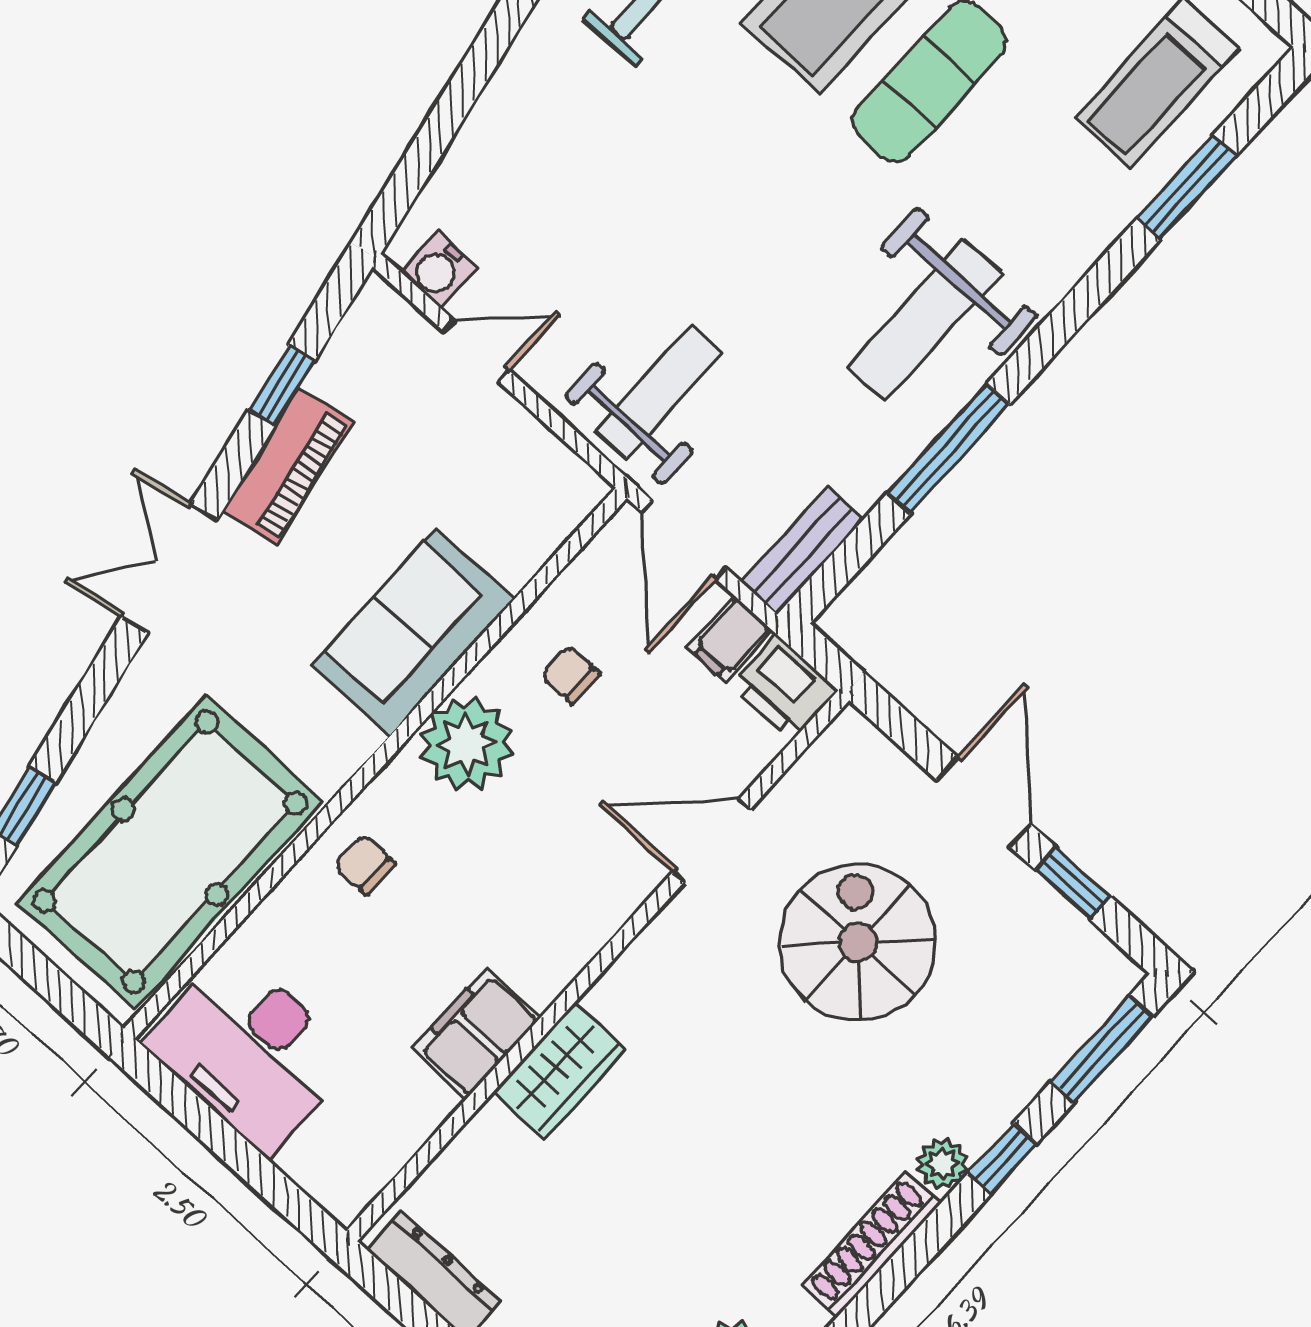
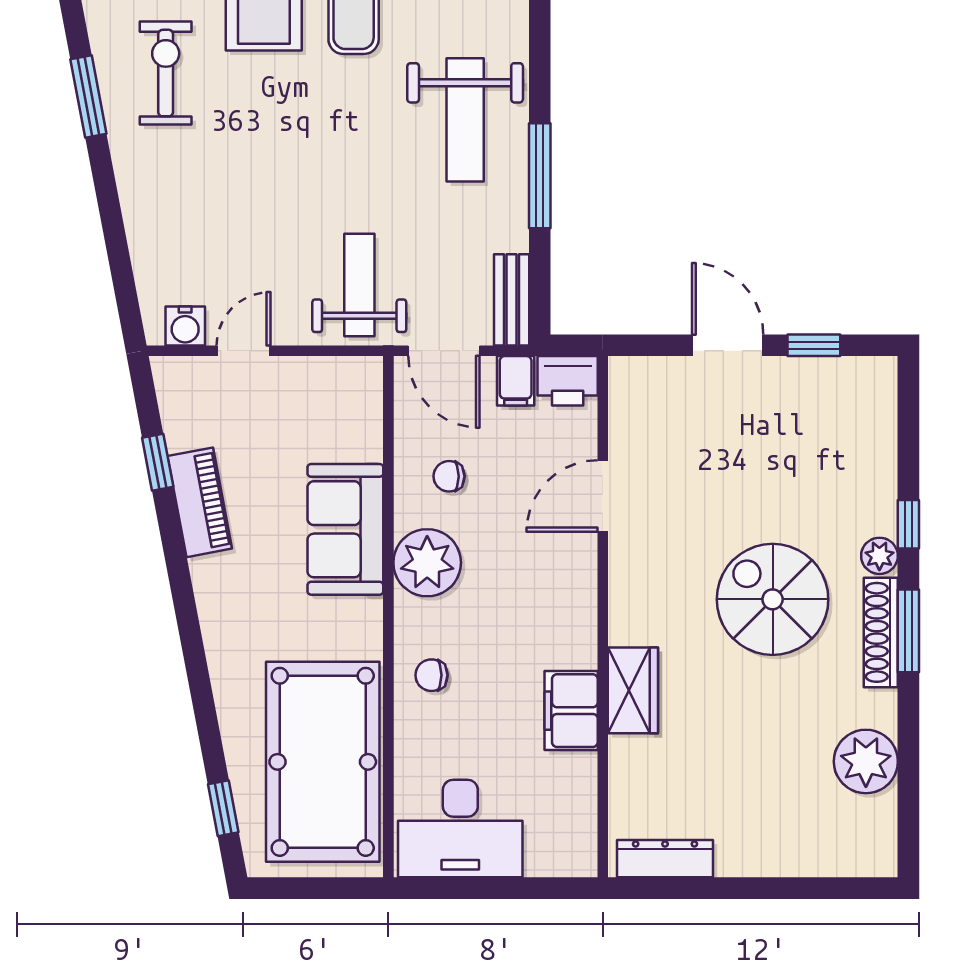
double door: (169, 568) -> (186, 613), removed
spiral stairs: (858, 942) -> (773, 599), moved
window: (1102, 1049) -> (908, 631), moved

